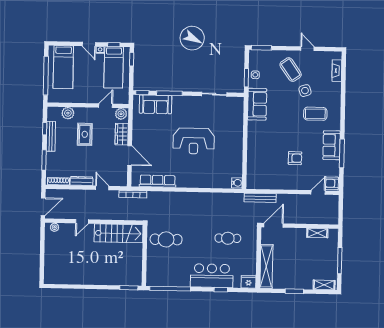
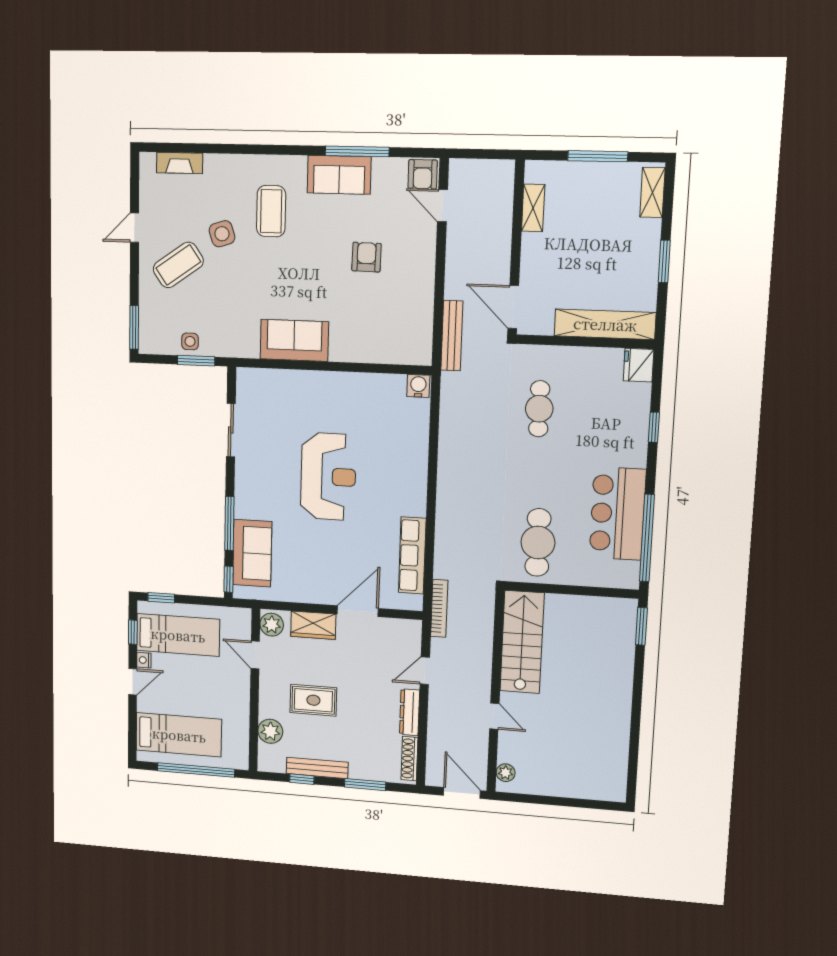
sofa: (257, 104) -> (294, 340), moved
bar counter: (212, 276) -> (618, 514), moved

